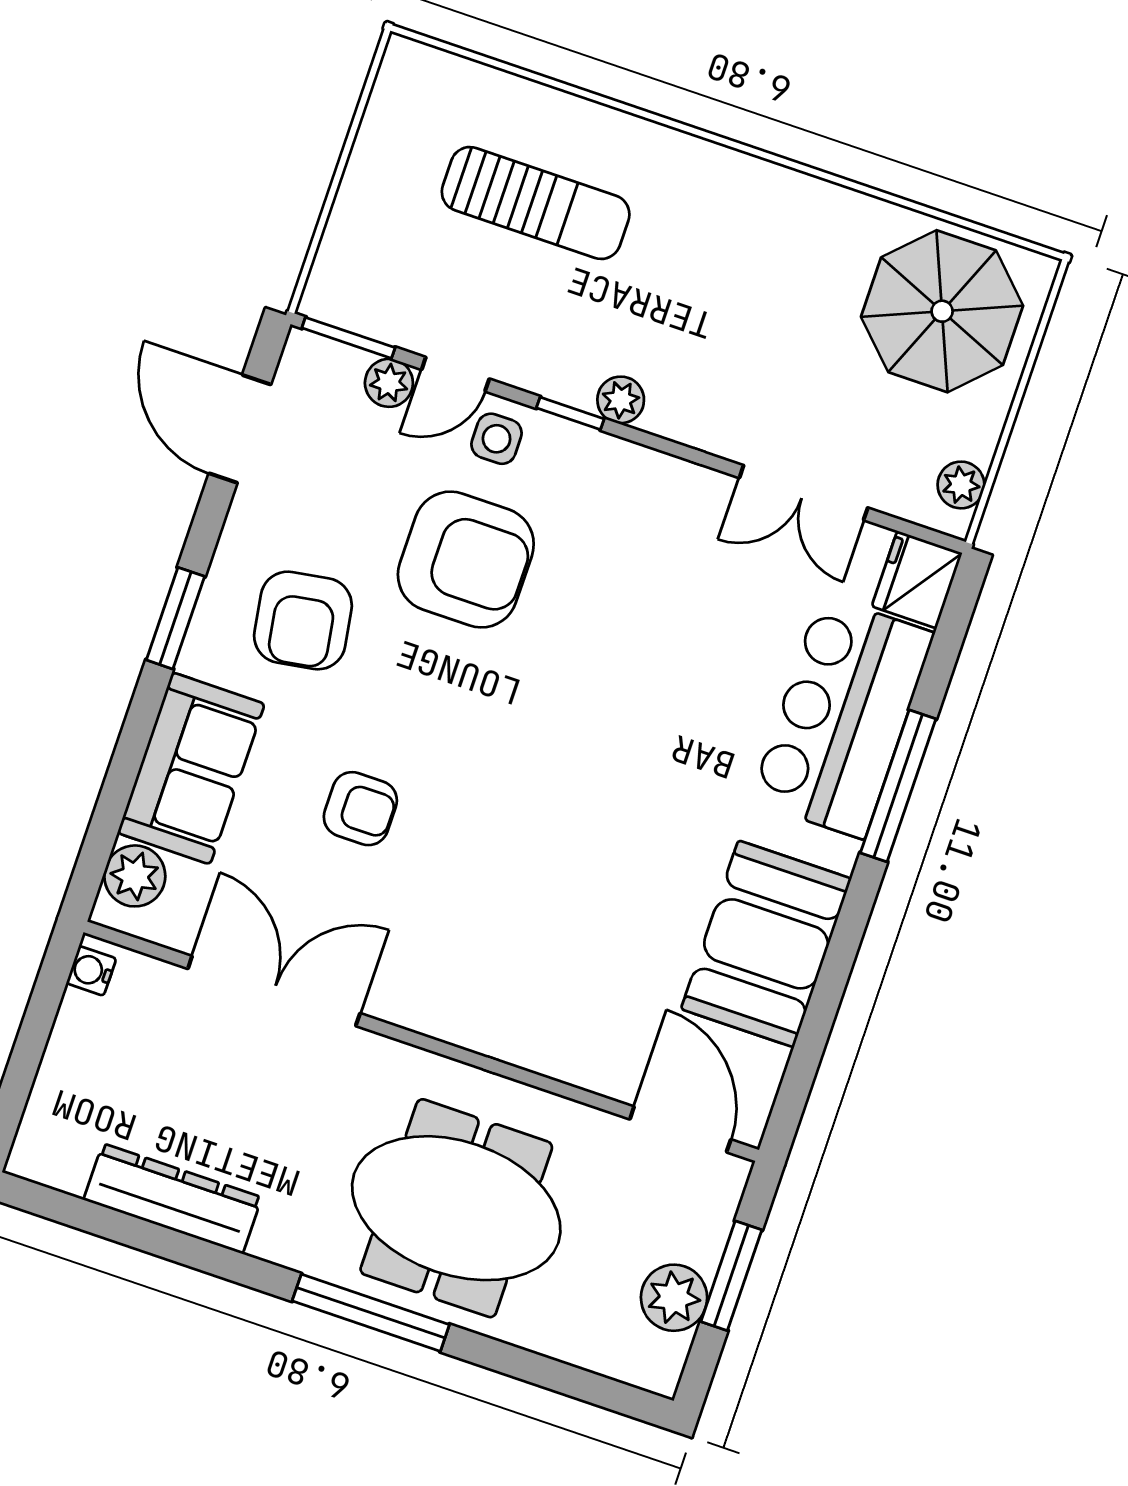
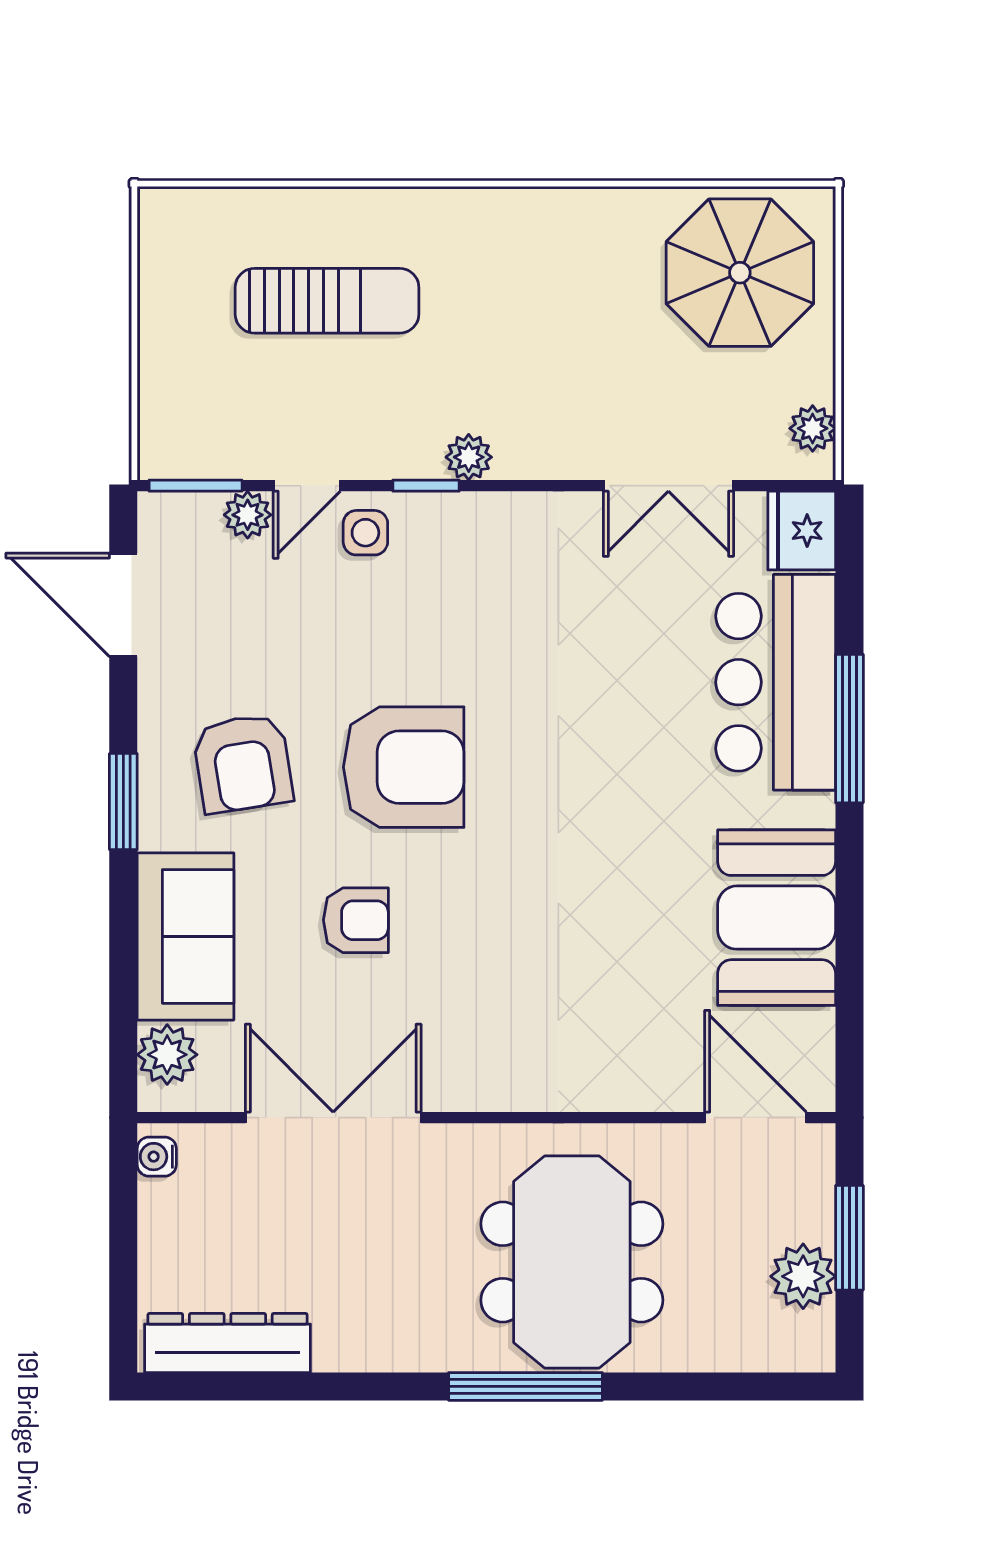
armchair: (466, 560) -> (404, 767), moved
dresser: (173, 1199) -> (227, 1343), moved
meeting table: (456, 1208) -> (572, 1262), turned 90

